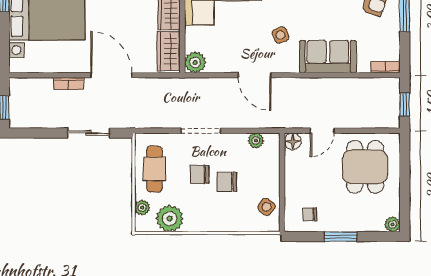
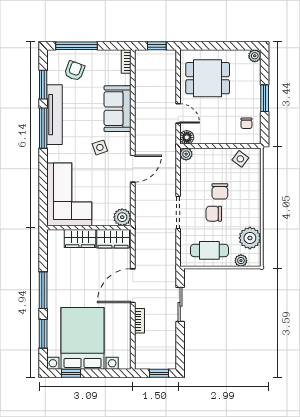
plant: (256, 141) -> (186, 154), moved
chair: (199, 174) -> (214, 214), turned 90

